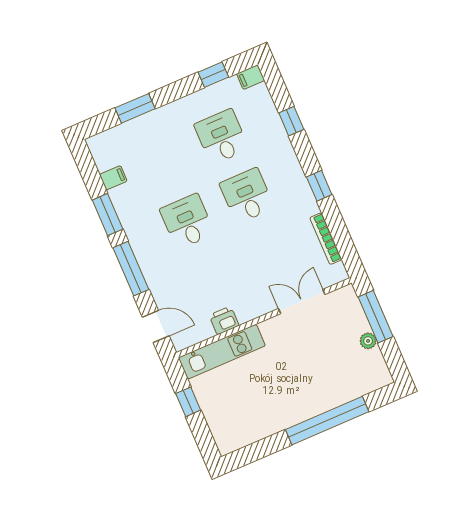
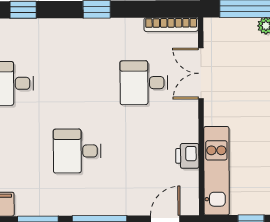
desk: (247, 196) -> (144, 83), moved
bookcase: (326, 239) -> (171, 25), moved

